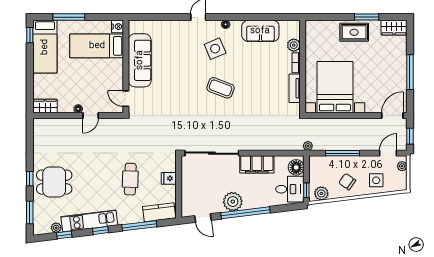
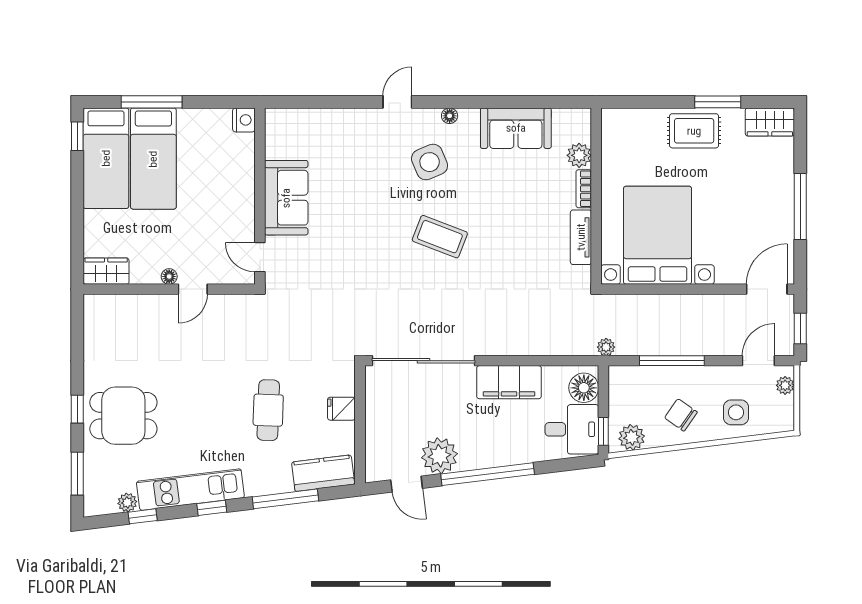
bed: (97, 46) -> (153, 159), moved, turned -90
sofa: (140, 60) -> (286, 198), width x0.73
plant: (233, 202) -> (439, 456), moved

